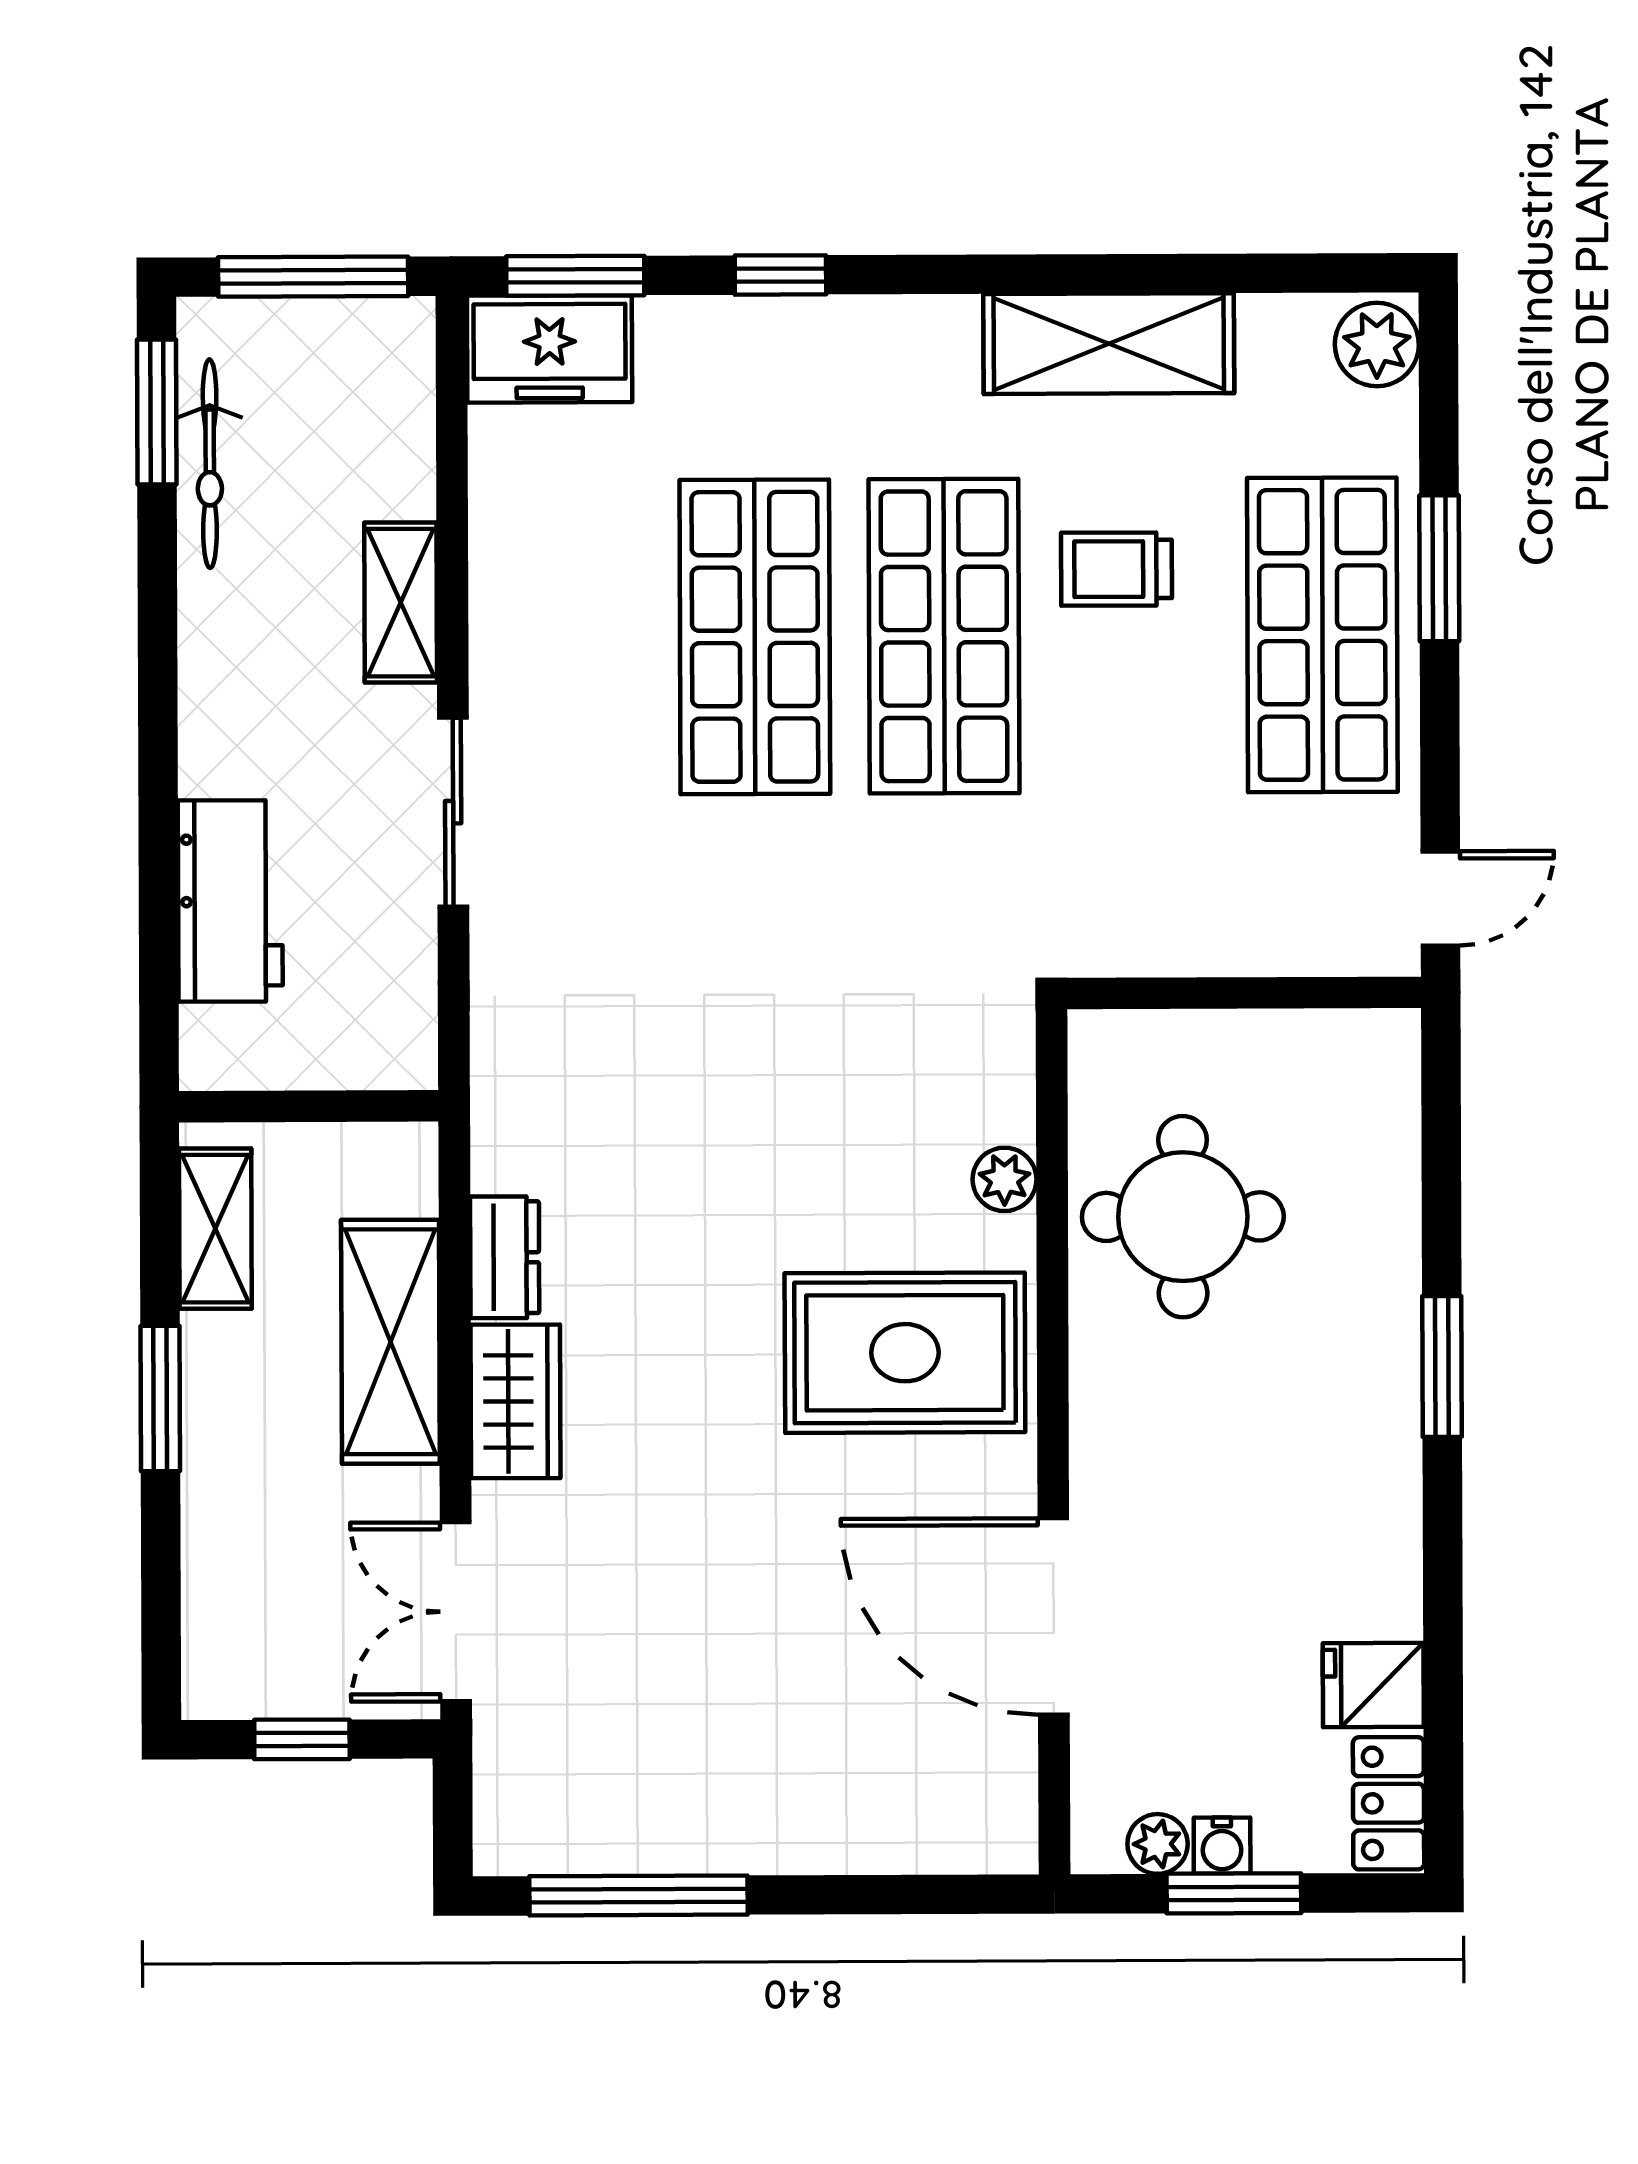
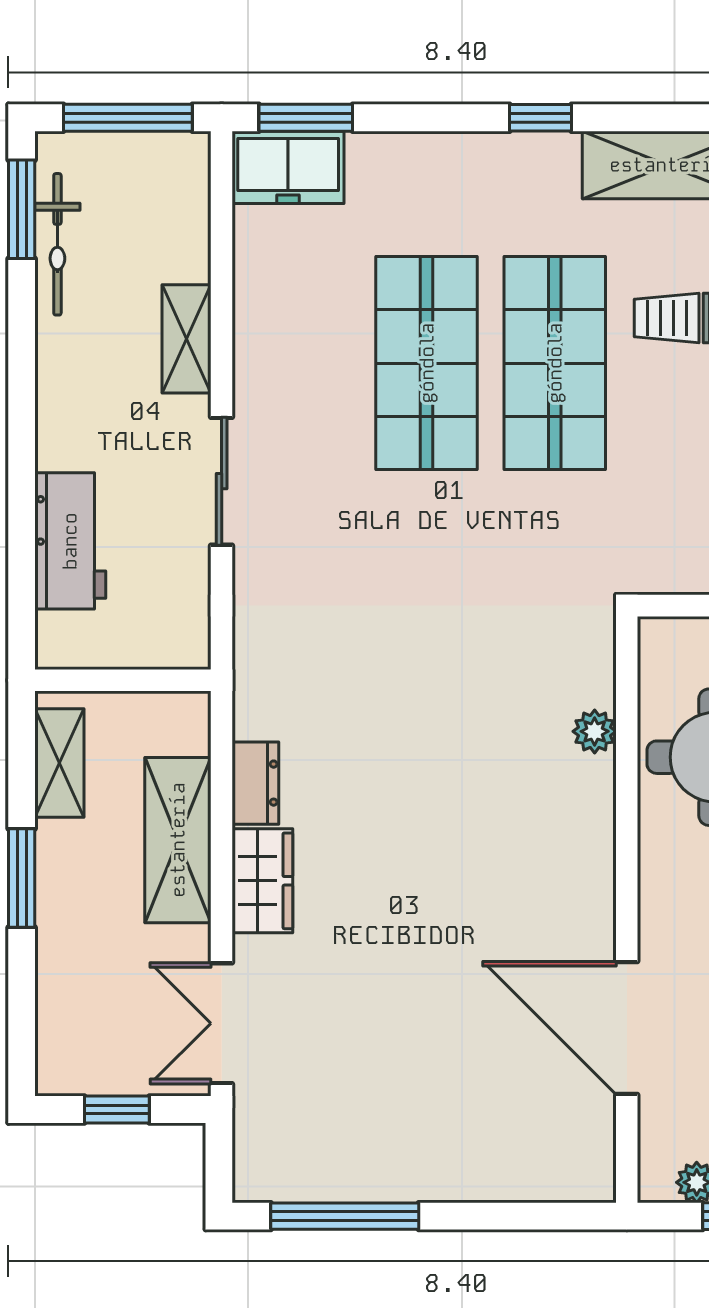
window: (780, 275) -> (541, 118), moved
rug: (905, 1353) -> (527, 849), removed

